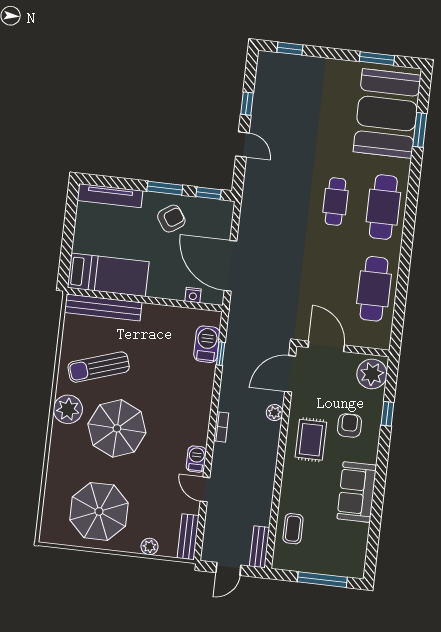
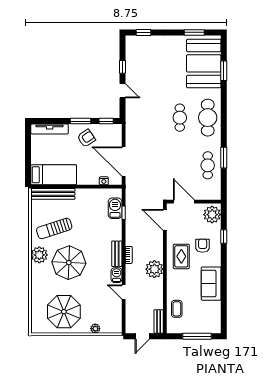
window: (403, 279) -> (224, 158), added
cafe table: (374, 289) -> (208, 165), width x0.73, depth x0.74
door: (290, 374) -> (165, 220), hinge flipped
plant: (275, 413) -> (154, 269), moved, width x1.87, depth x1.87
bench: (188, 537) -> (117, 254), moved

